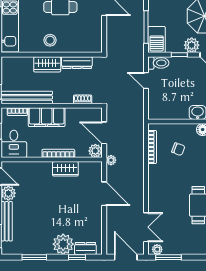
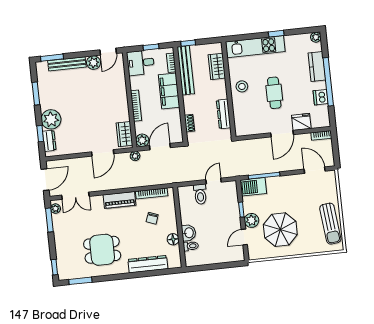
toilet: (158, 63) -> (200, 194), moved
wardrobe: (47, 64) -> (217, 66), moved
wardrobe: (65, 169) -> (124, 134), moved
piano: (155, 181) -> (120, 200), added

